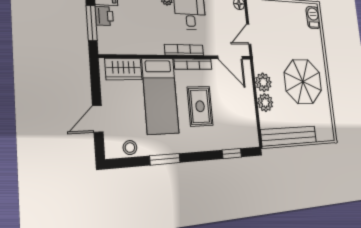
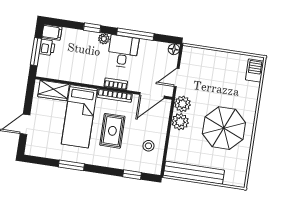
bookcase: (184, 50) -> (116, 84), width x0.64
door: (230, 58) -> (152, 95), hinge flipped
plant: (265, 103) -> (182, 104), moved
stool: (130, 148) -> (148, 146), moved

